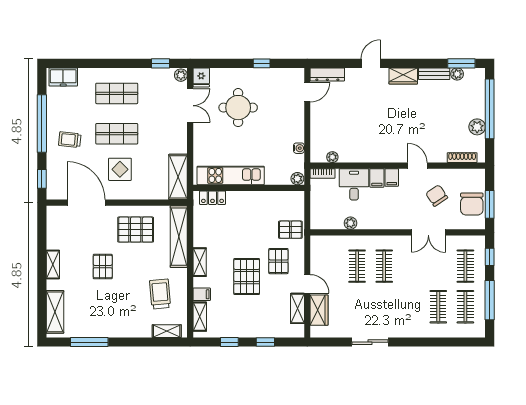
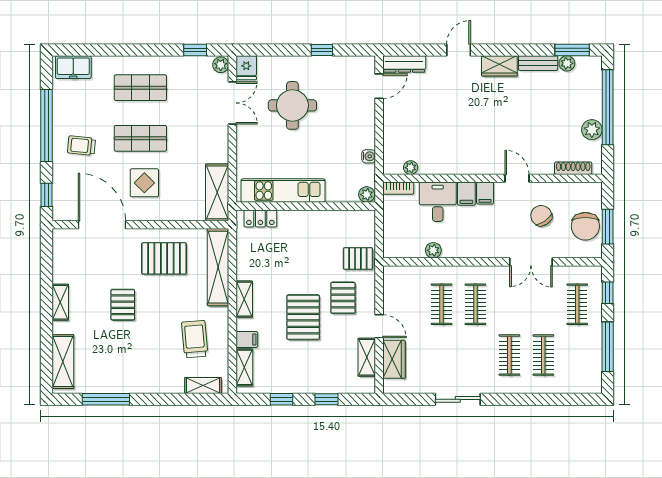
clothes rail: (465, 307) -> (509, 355), moved

